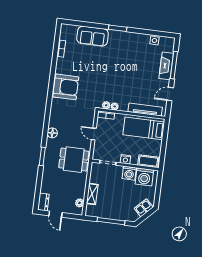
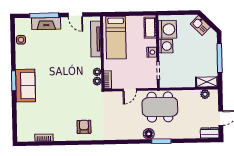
sofa: (93, 36) -> (25, 86), moved
armchair: (66, 87) -> (84, 127), width x0.53, depth x0.53
floor lamp: (52, 133) -> (149, 134), moved
dining table: (74, 160) -> (160, 107), width x1.38
shelving: (92, 194) -> (207, 82), moved

